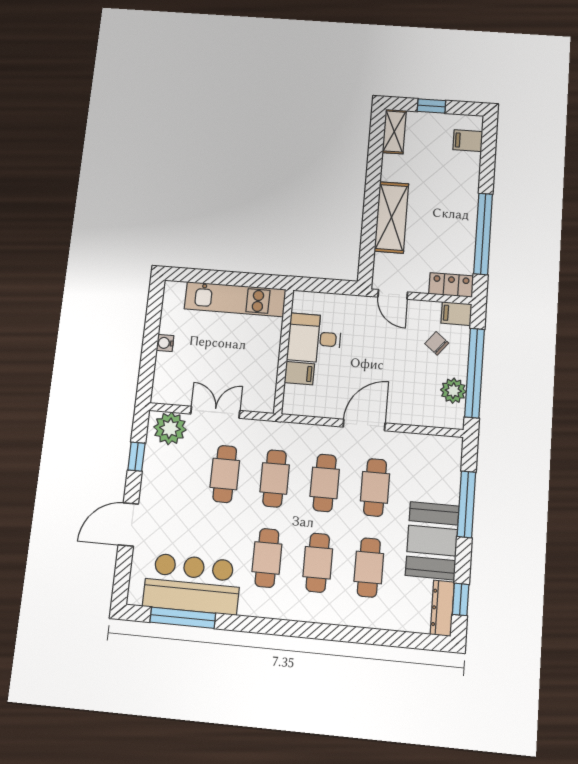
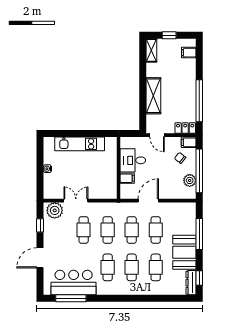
desk: (314, 338) -> (133, 160), moved
wall: (284, 351) -> (119, 168), moved
filing cabinet: (299, 373) -> (127, 178), moved

